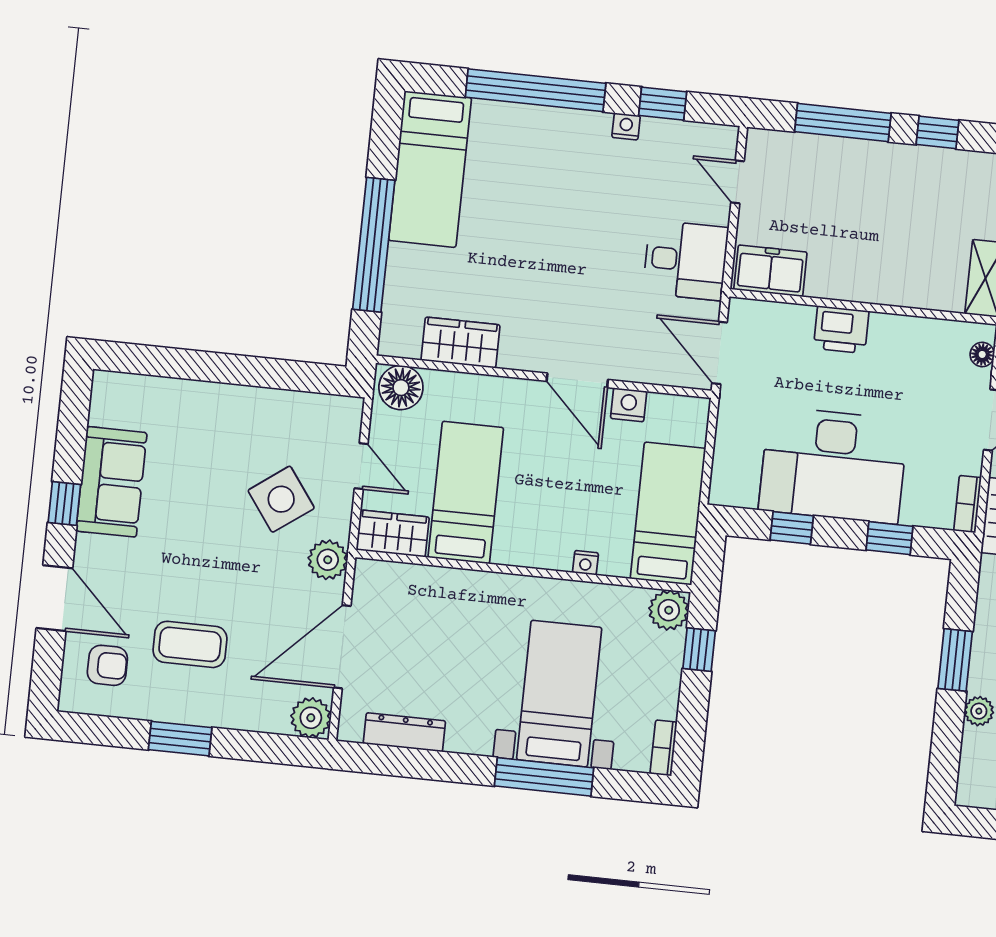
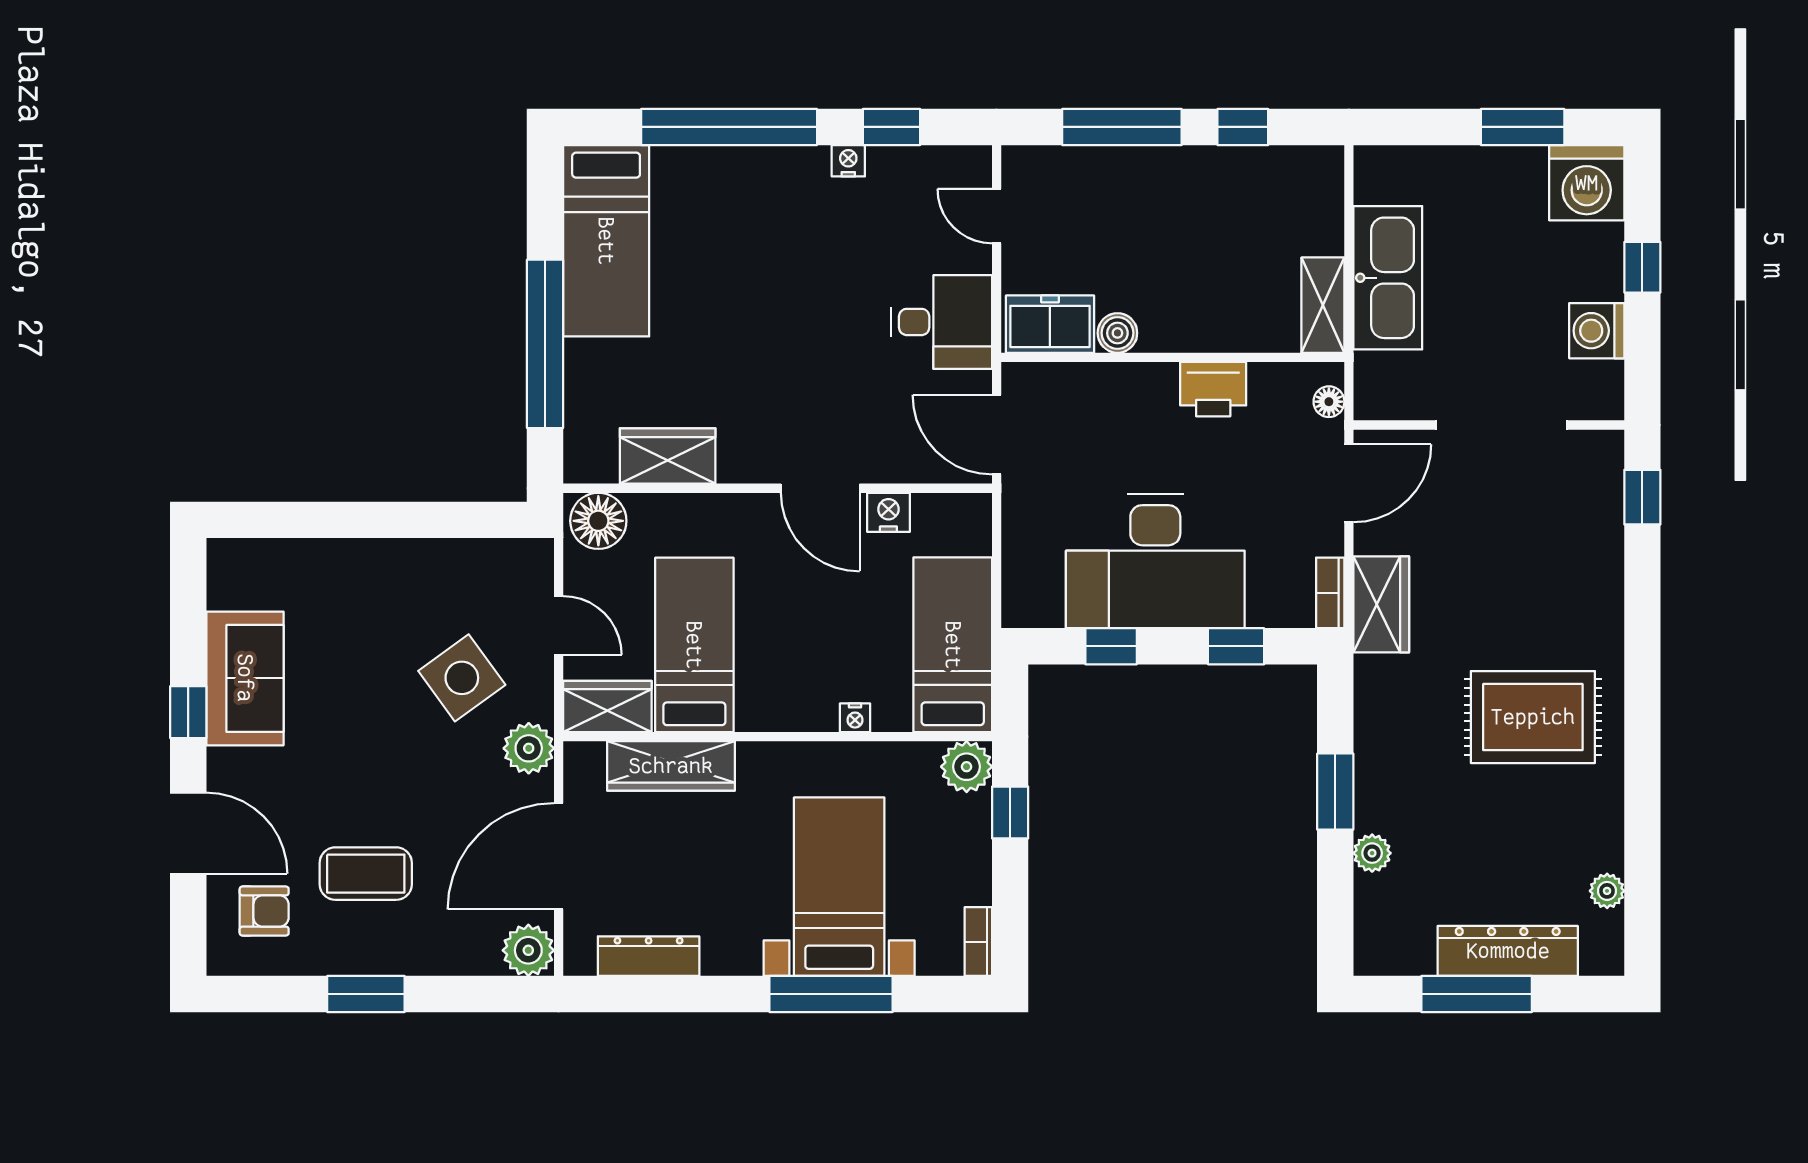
boiler: (822, 283) -> (1117, 333), added
printer: (841, 330) -> (1213, 389), moved
wardrobe: (438, 585) -> (671, 766), added

